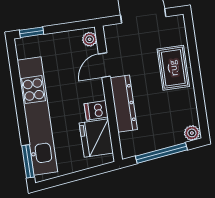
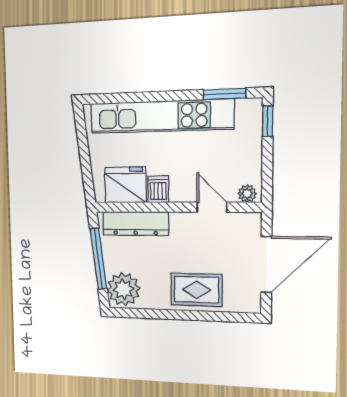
dresser: (124, 104) -> (136, 224), moved
plant: (192, 133) -> (123, 289), width x1.88, depth x1.88
window: (28, 161) -> (224, 94), moved

